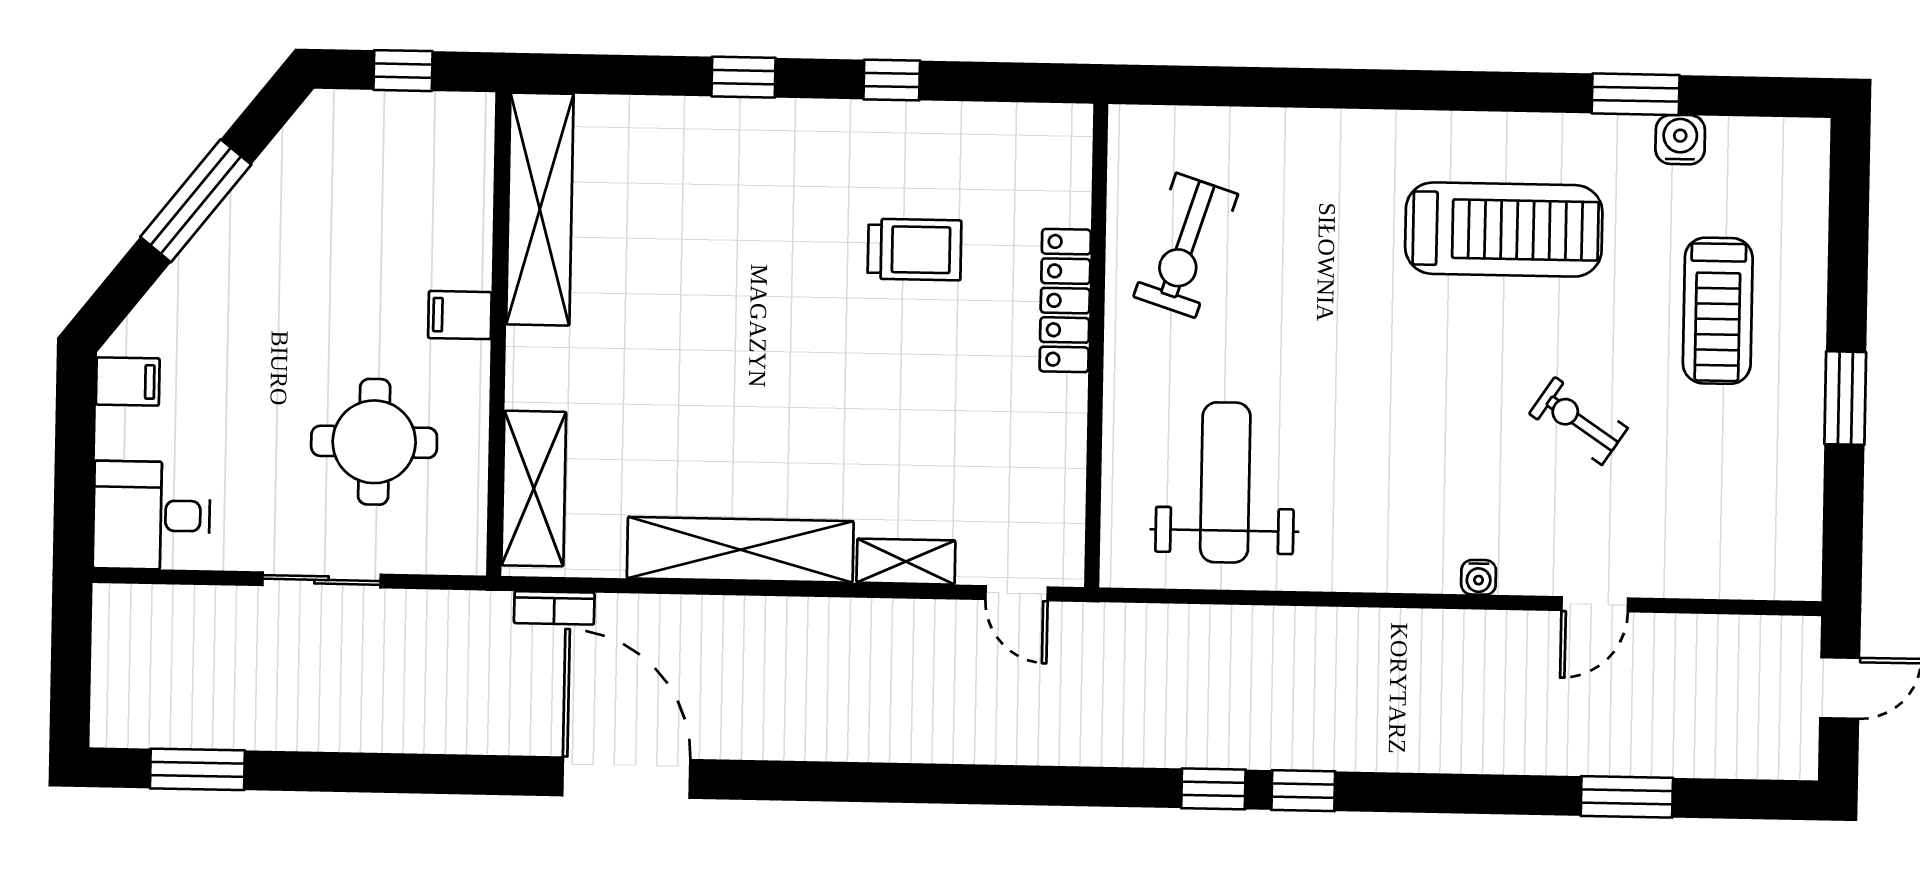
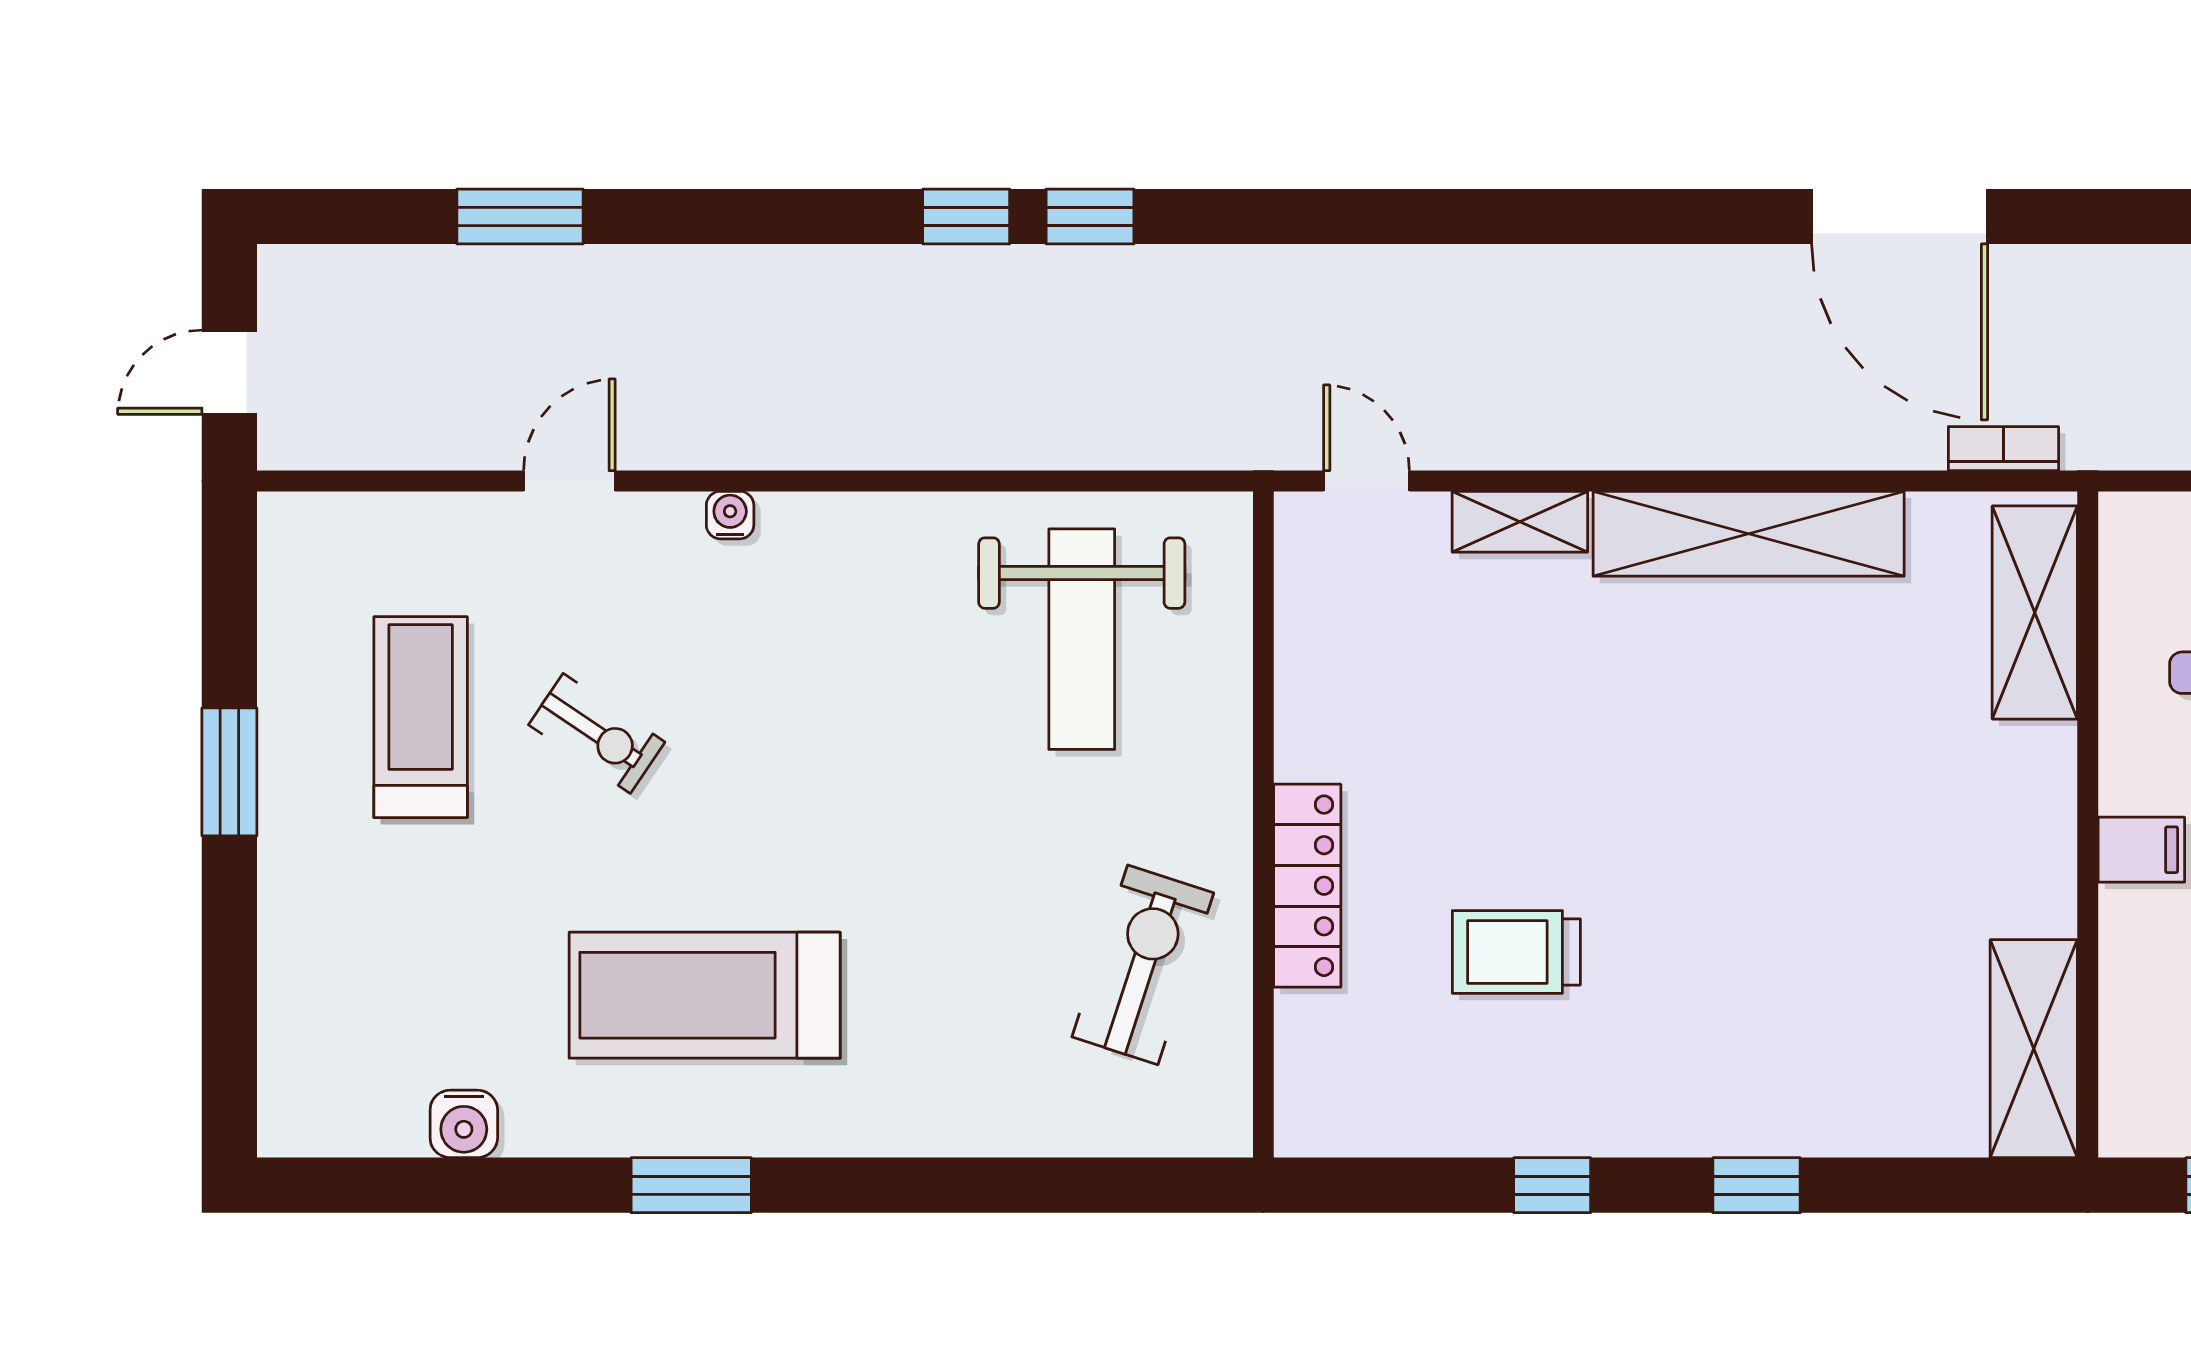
window: (1636, 94) -> (691, 1185), moved
shelving: (540, 209) -> (2034, 1049), width x0.68
treadmill: (1718, 311) -> (421, 717), moved

